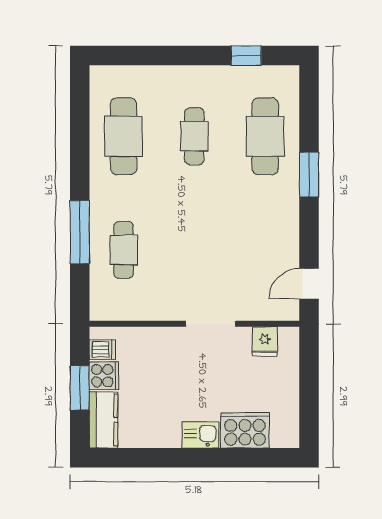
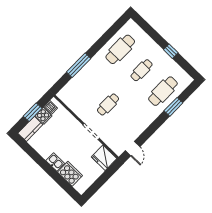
window: (246, 56) -> (171, 51), moved
window: (309, 175) -> (173, 107), moved
cafe table: (124, 250) -> (108, 104), moved
door: (309, 284) -> (133, 149), swing flipped
fridge: (265, 341) -> (104, 158), width x1.88, depth x1.34

